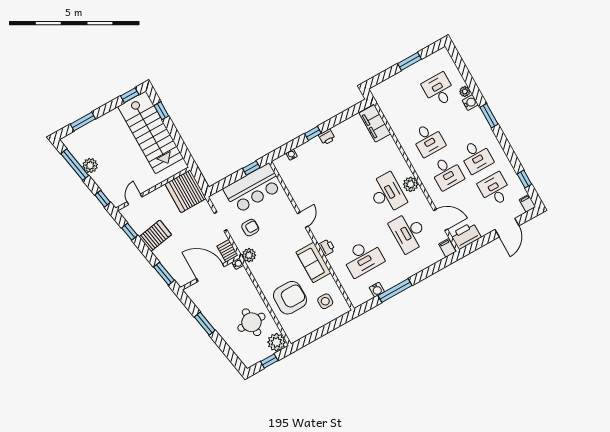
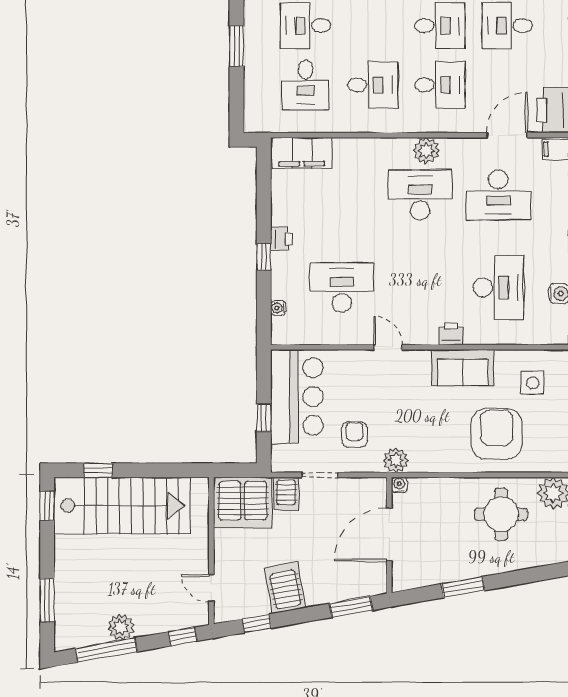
desk: (410, 106) -> (306, 85), added
window: (251, 168) -> (264, 418), moved
desk: (319, 180) -> (342, 287), added
server rack: (227, 251) -> (286, 494), moved, turned -90

